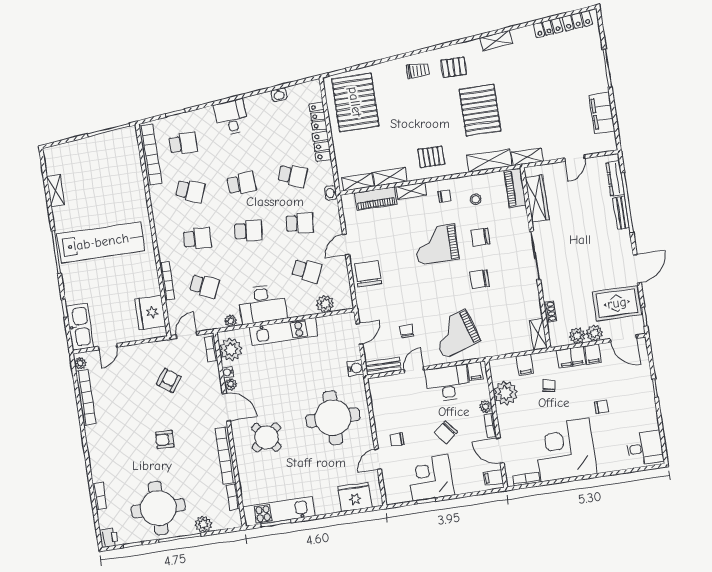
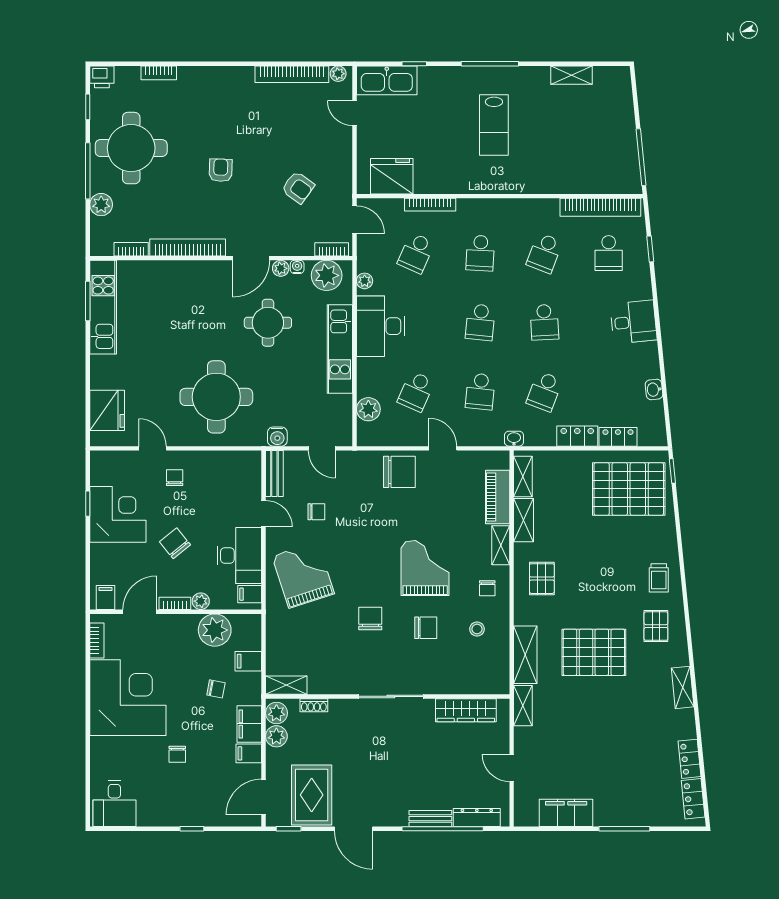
piano: (515, 188) -> (484, 683), removed
chair: (480, 237) -> (426, 628), turned 90
lab bench: (101, 242) -> (494, 125), width x0.54, depth x0.72
plant: (594, 333) -> (276, 713), moved
round table: (266, 437) -> (268, 323), moved, turned 38

